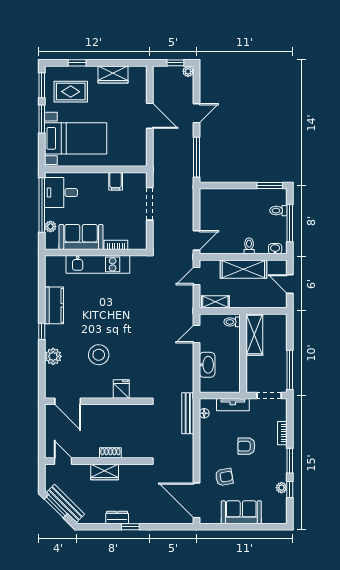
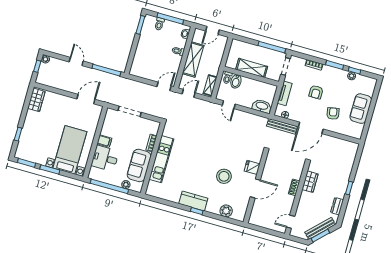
wardrobe: (113, 74) -> (36, 100), moved
rug: (71, 92) -> (37, 144), removed
door: (150, 116) -> (86, 99), moved
filing cabinet: (116, 181) -> (104, 141), moved
desk: (61, 193) -> (105, 158), moved, turned 90
door: (196, 240) -> (164, 86), hinge flipped
door: (196, 276) -> (189, 93), swing flipped
kitchen counter: (54, 305) -> (193, 201), moved
bidet: (230, 335) -> (236, 81), added
shelving: (254, 335) -> (252, 68), moved
plant: (53, 356) -> (226, 211), moved
washbasin: (207, 365) -> (262, 106), moved
door: (68, 401) -> (255, 188), moved
wardrobe: (105, 472) -> (310, 182), moved
door: (196, 500) -> (311, 128), moved
dresser: (117, 517) -> (337, 206), moved

